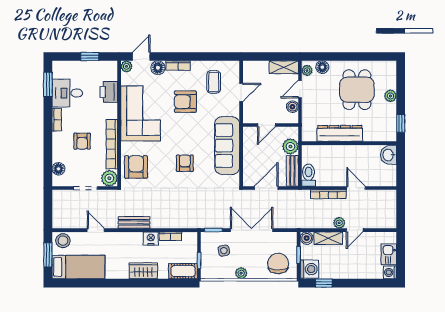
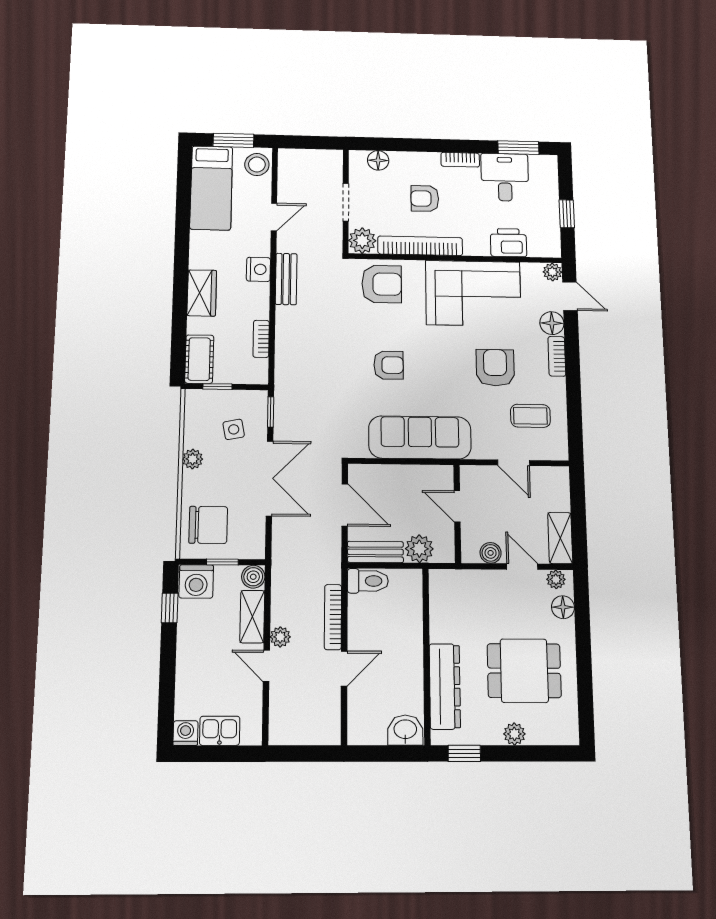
dresser: (340, 133) -> (445, 686), moved
nightstand: (151, 239) -> (258, 269), moved

